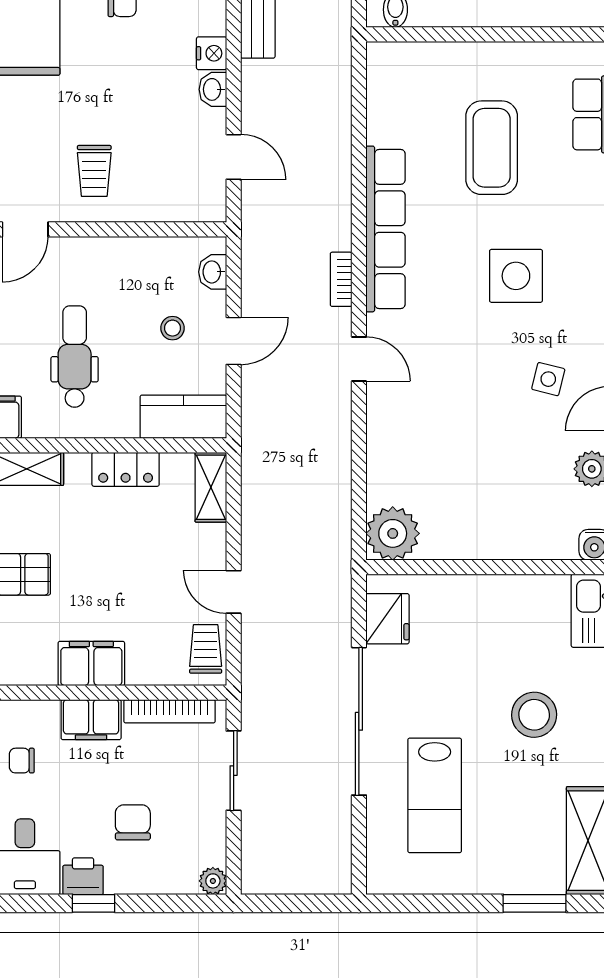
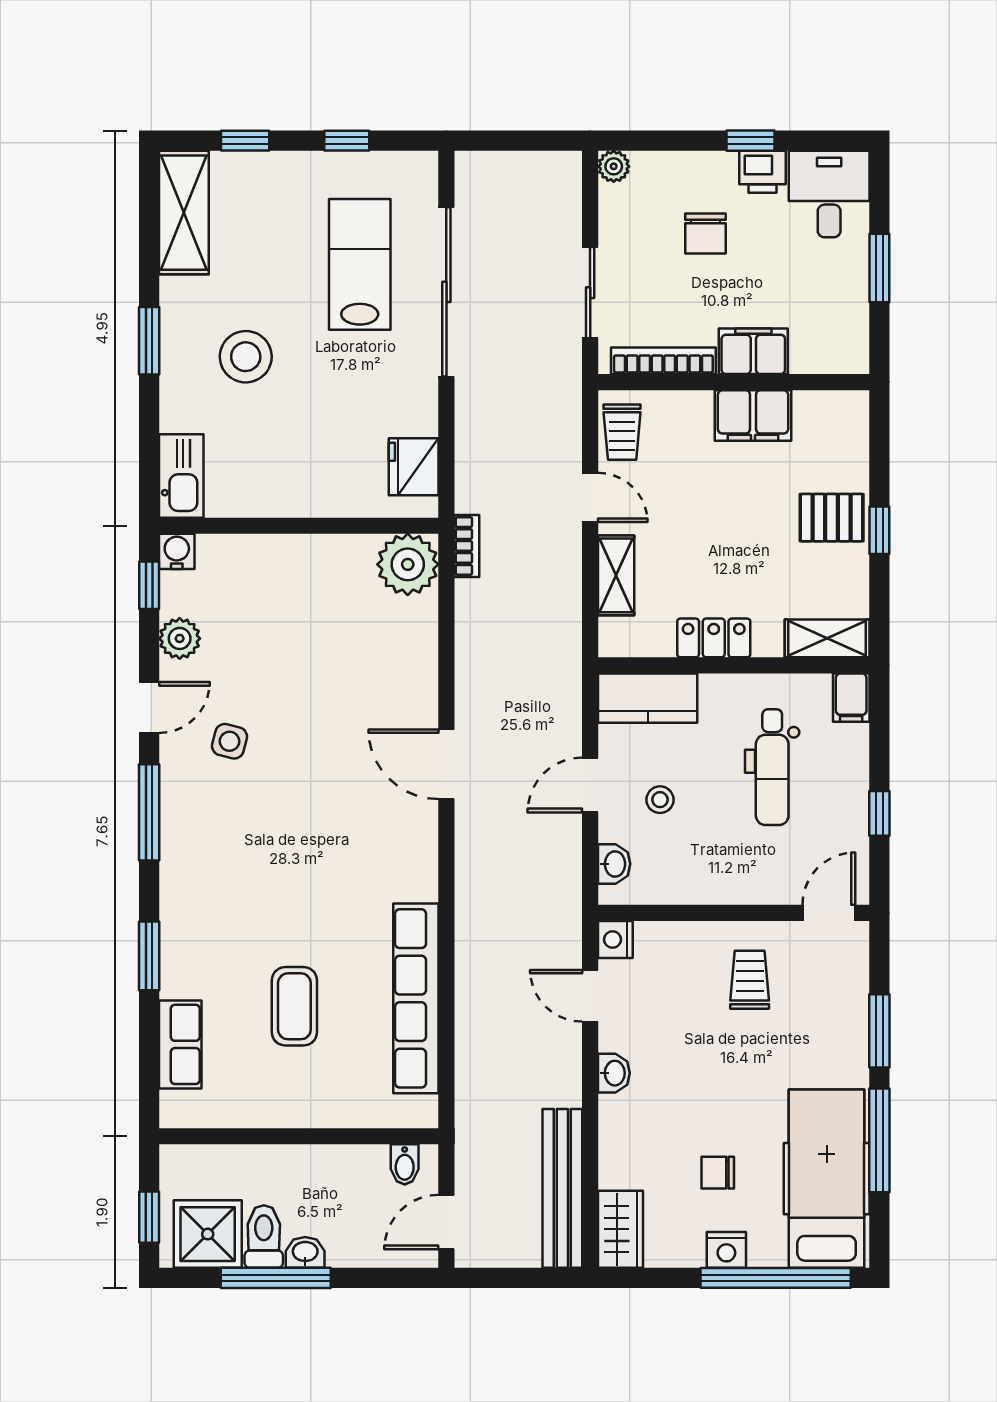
nightstand: (212, 53) -> (615, 940), moved
coffee table: (492, 148) -> (294, 1006), width x0.73, depth x0.76
row of seats: (386, 229) -> (416, 998), moved
side table: (516, 276) -> (267, 860), removed
bookcase: (341, 279) -> (467, 546), moved
door: (359, 359) -> (446, 764), width x1.38
shelving: (211, 487) -> (616, 575), moved
sliding door: (359, 721) -> (446, 292), moved
chair: (22, 761) -> (833, 304), removed
window: (446, 903) -> (347, 141), added
window: (535, 903) -> (245, 141), width x0.67

